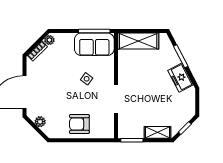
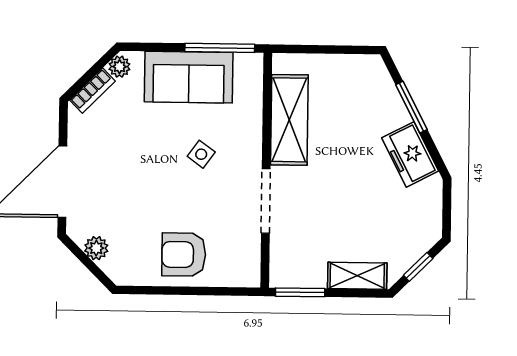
shelving: (138, 41) -> (289, 120), moved, turned 90
sofa: (94, 44) -> (189, 77), moved

